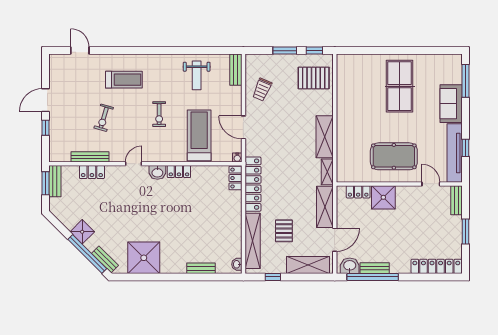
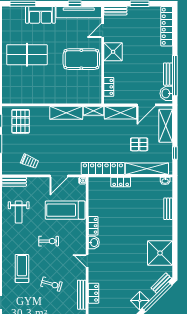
weight bench: (197, 75) -> (19, 212), turned 90
pool table: (394, 156) -> (81, 59), turned 90
locker: (235, 178) -> (121, 182), moved
shower: (383, 197) -> (113, 52), moved
door: (335, 240) -> (146, 105), swing flipped

